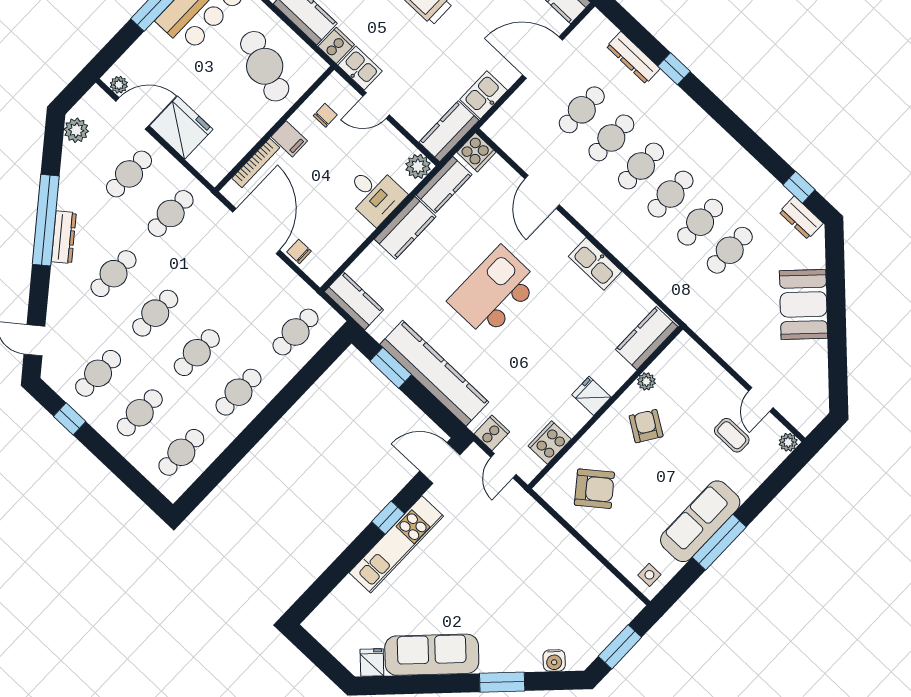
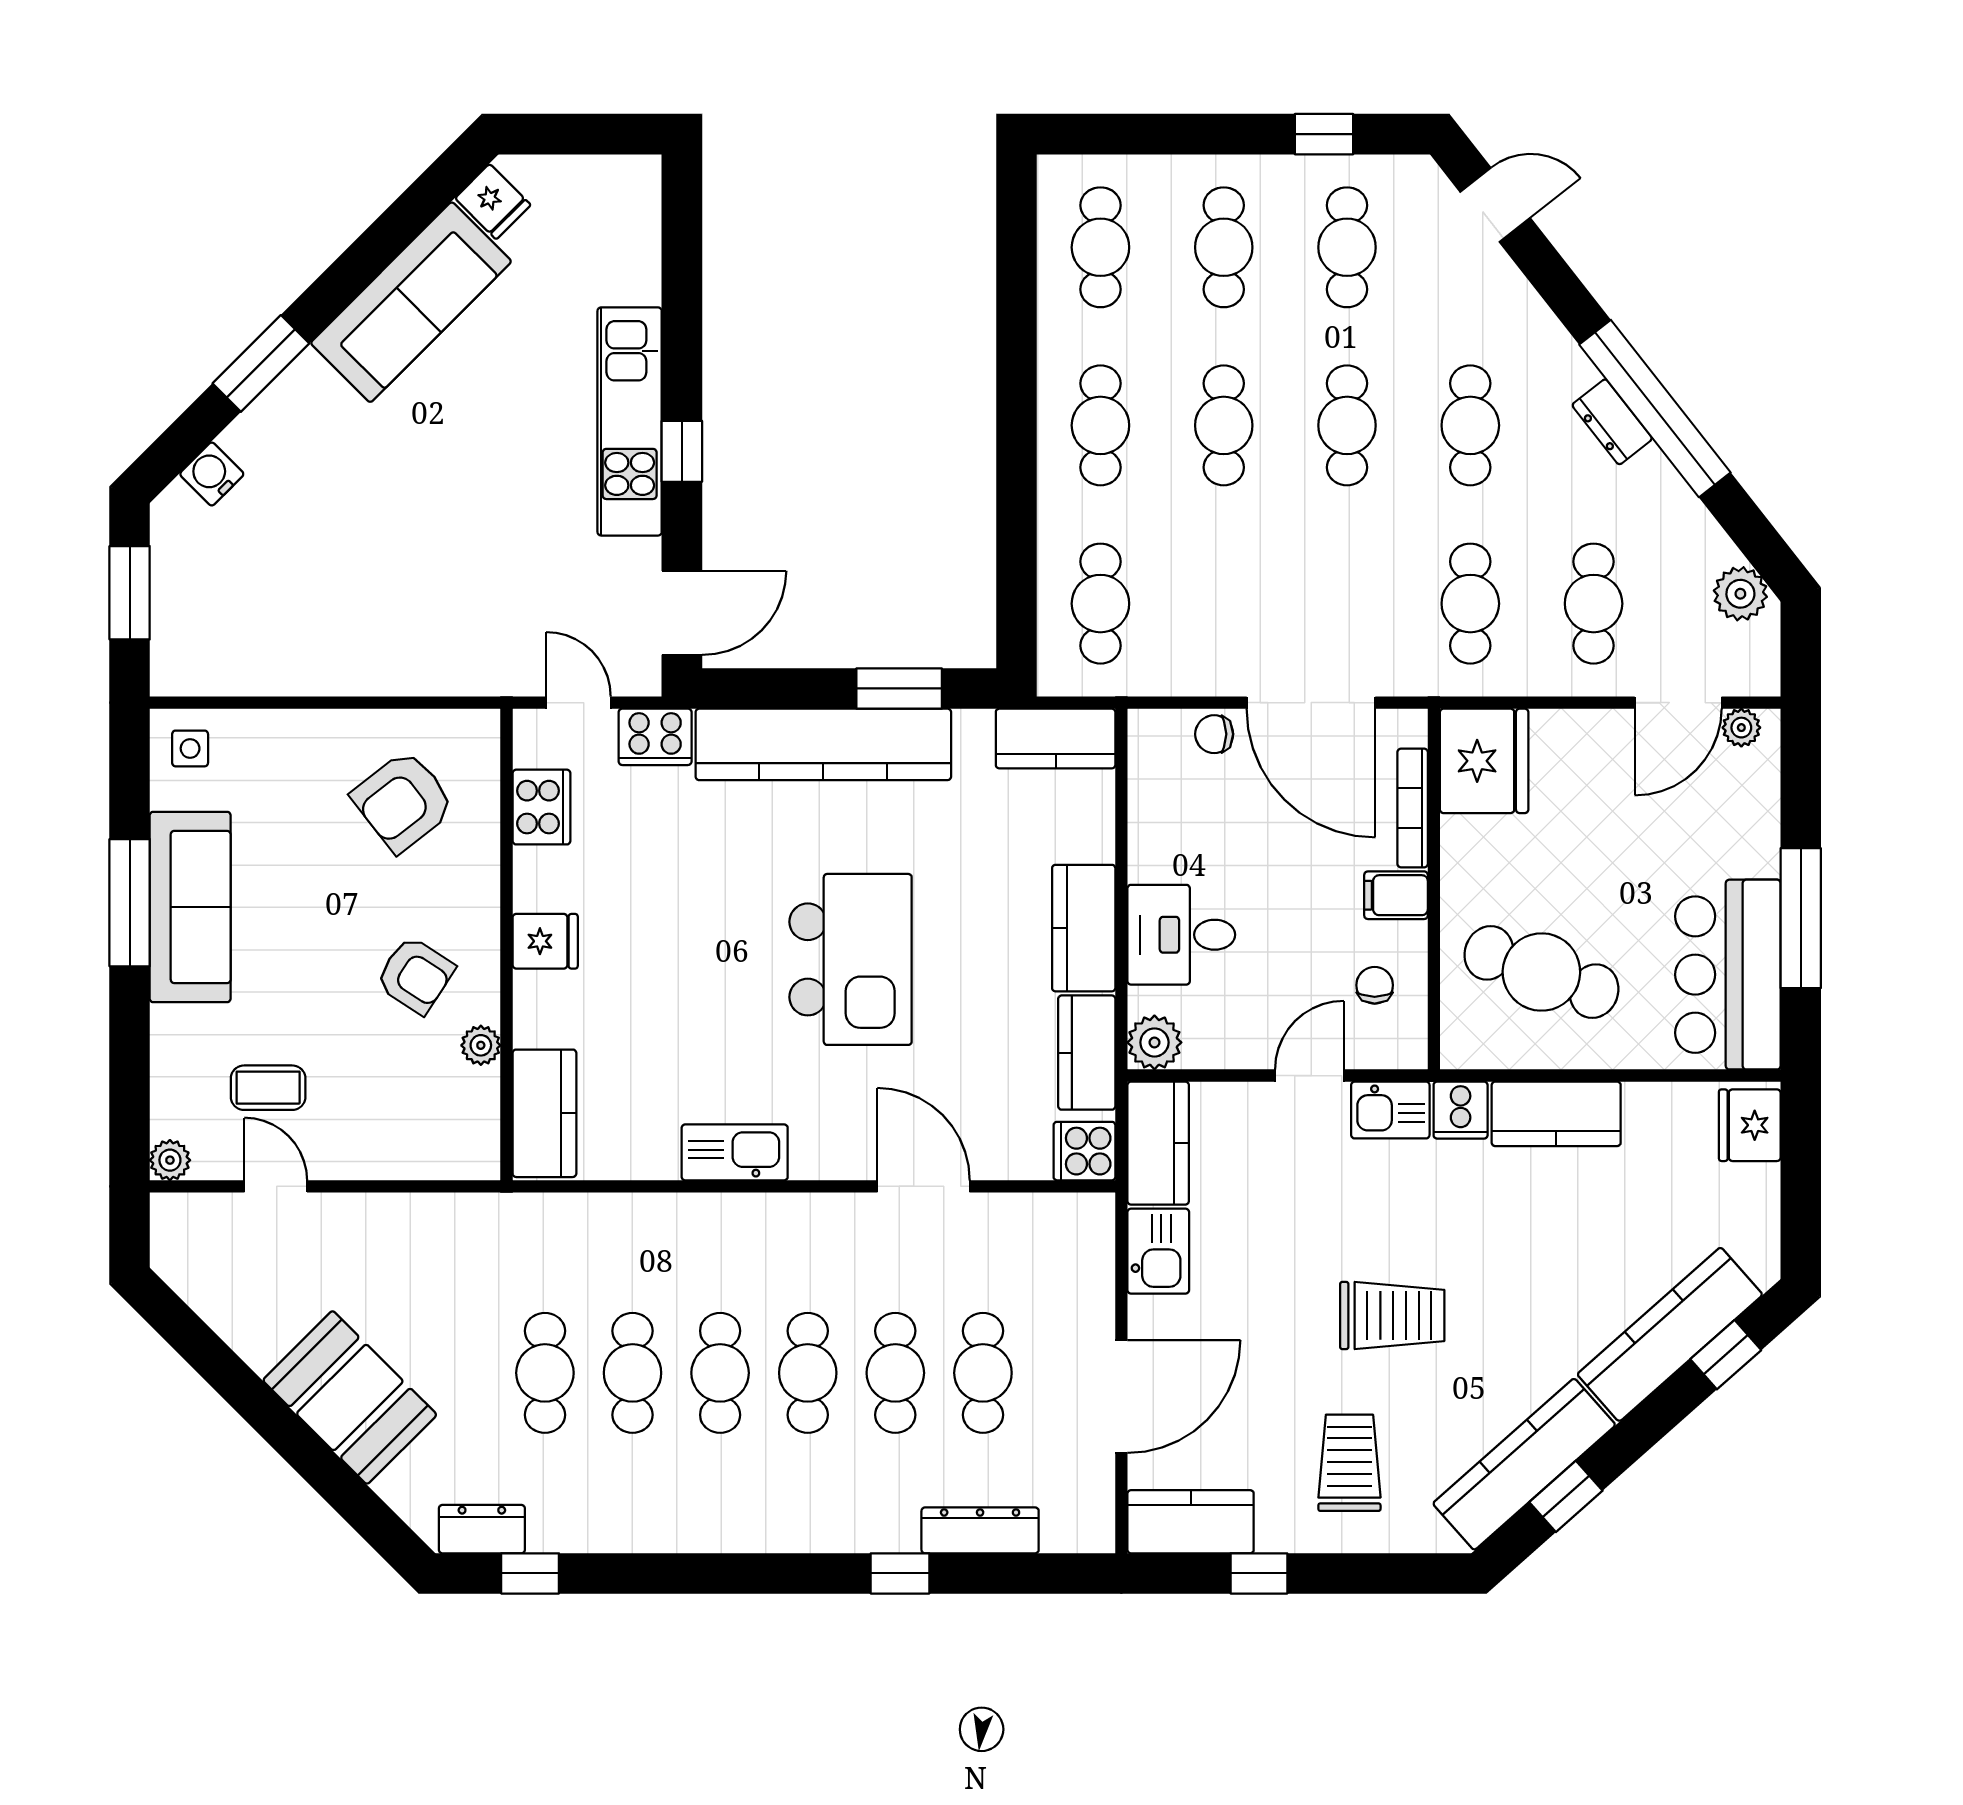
chair: (325, 115) -> (1375, 985), turned 180
fridge: (181, 128) -> (1484, 761), moved, turned -90
dresser: (64, 237) -> (1612, 422), width x0.70
chair: (299, 251) -> (1214, 734), turned 180
cooker: (492, 433) -> (655, 737), width x1.36

